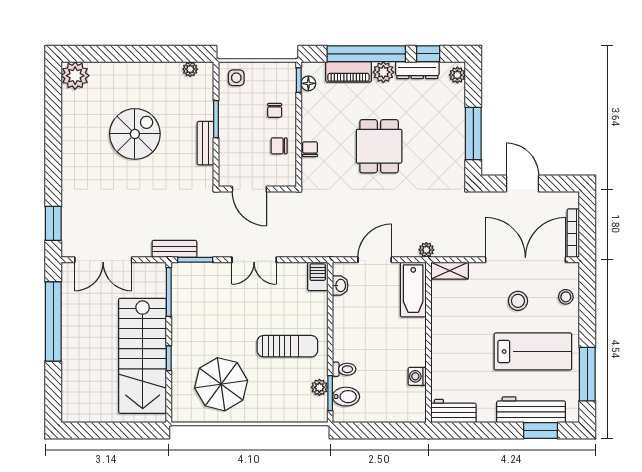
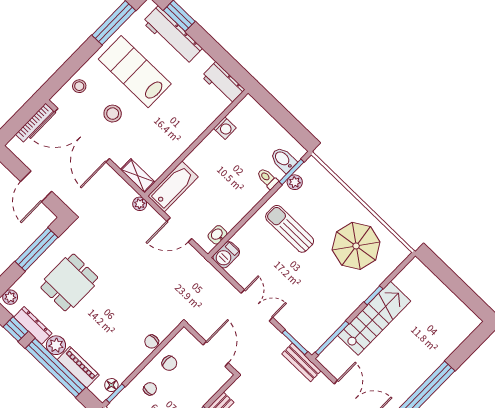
dining table: (379, 146) -> (69, 282), moved
stairs: (143, 356) -> (374, 318), width x0.73, depth x0.66

